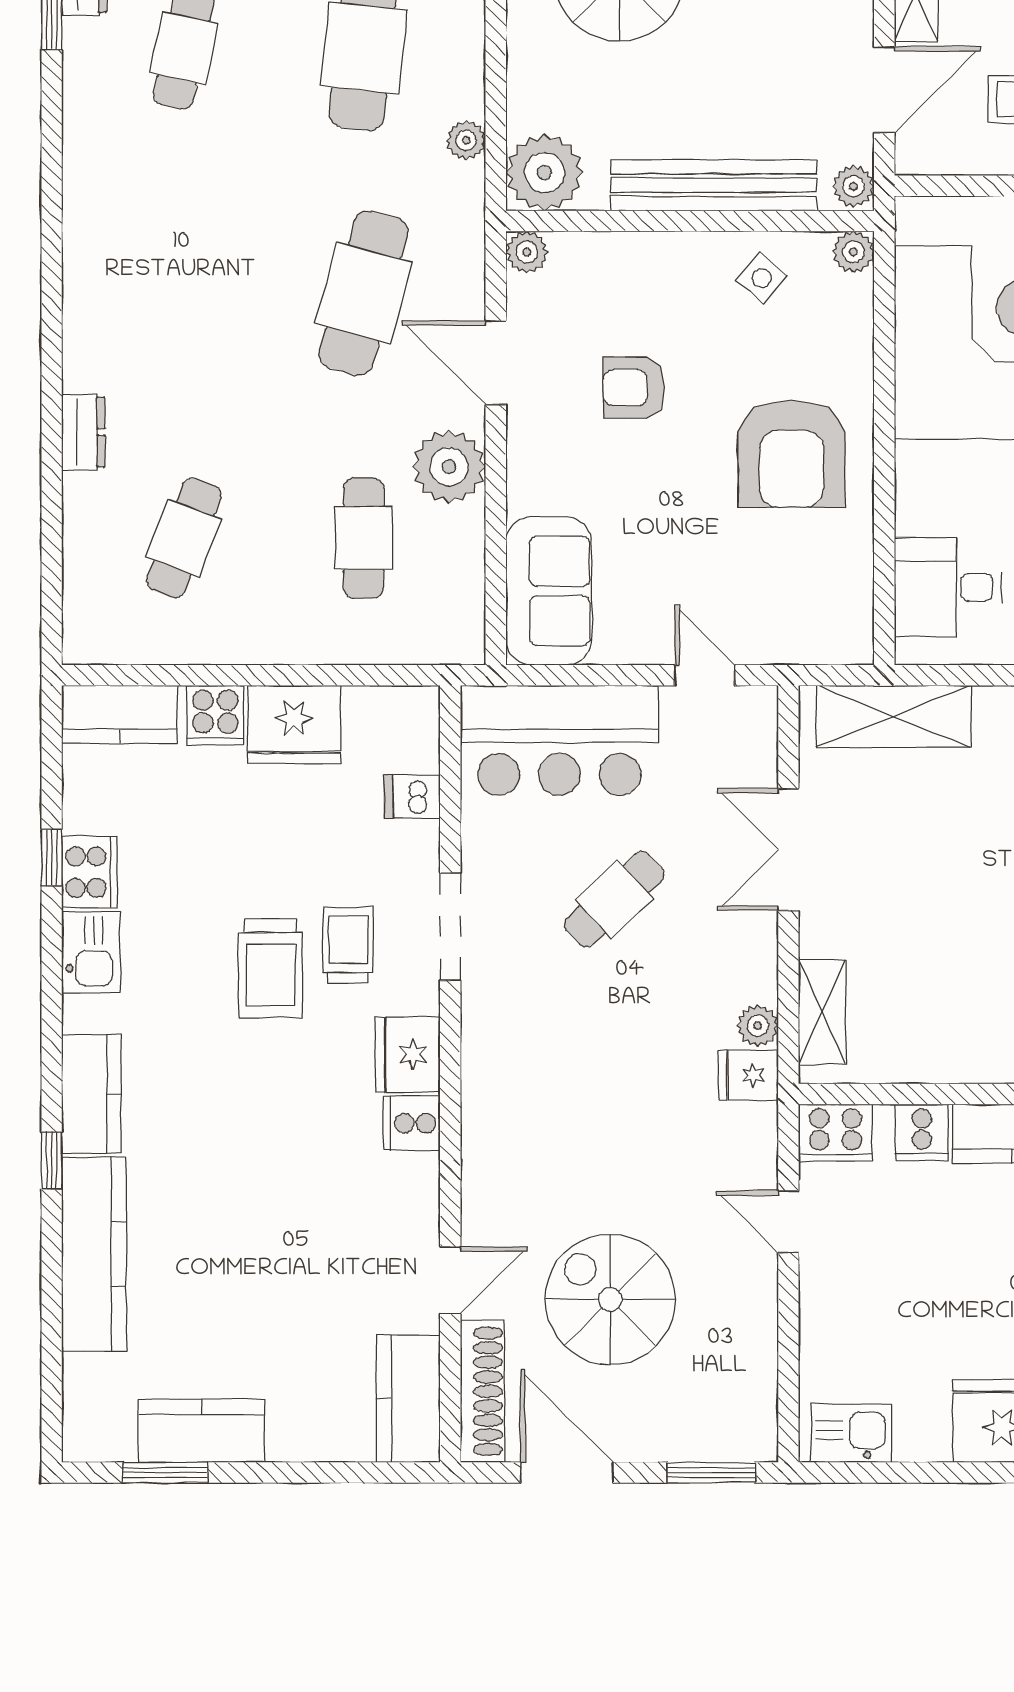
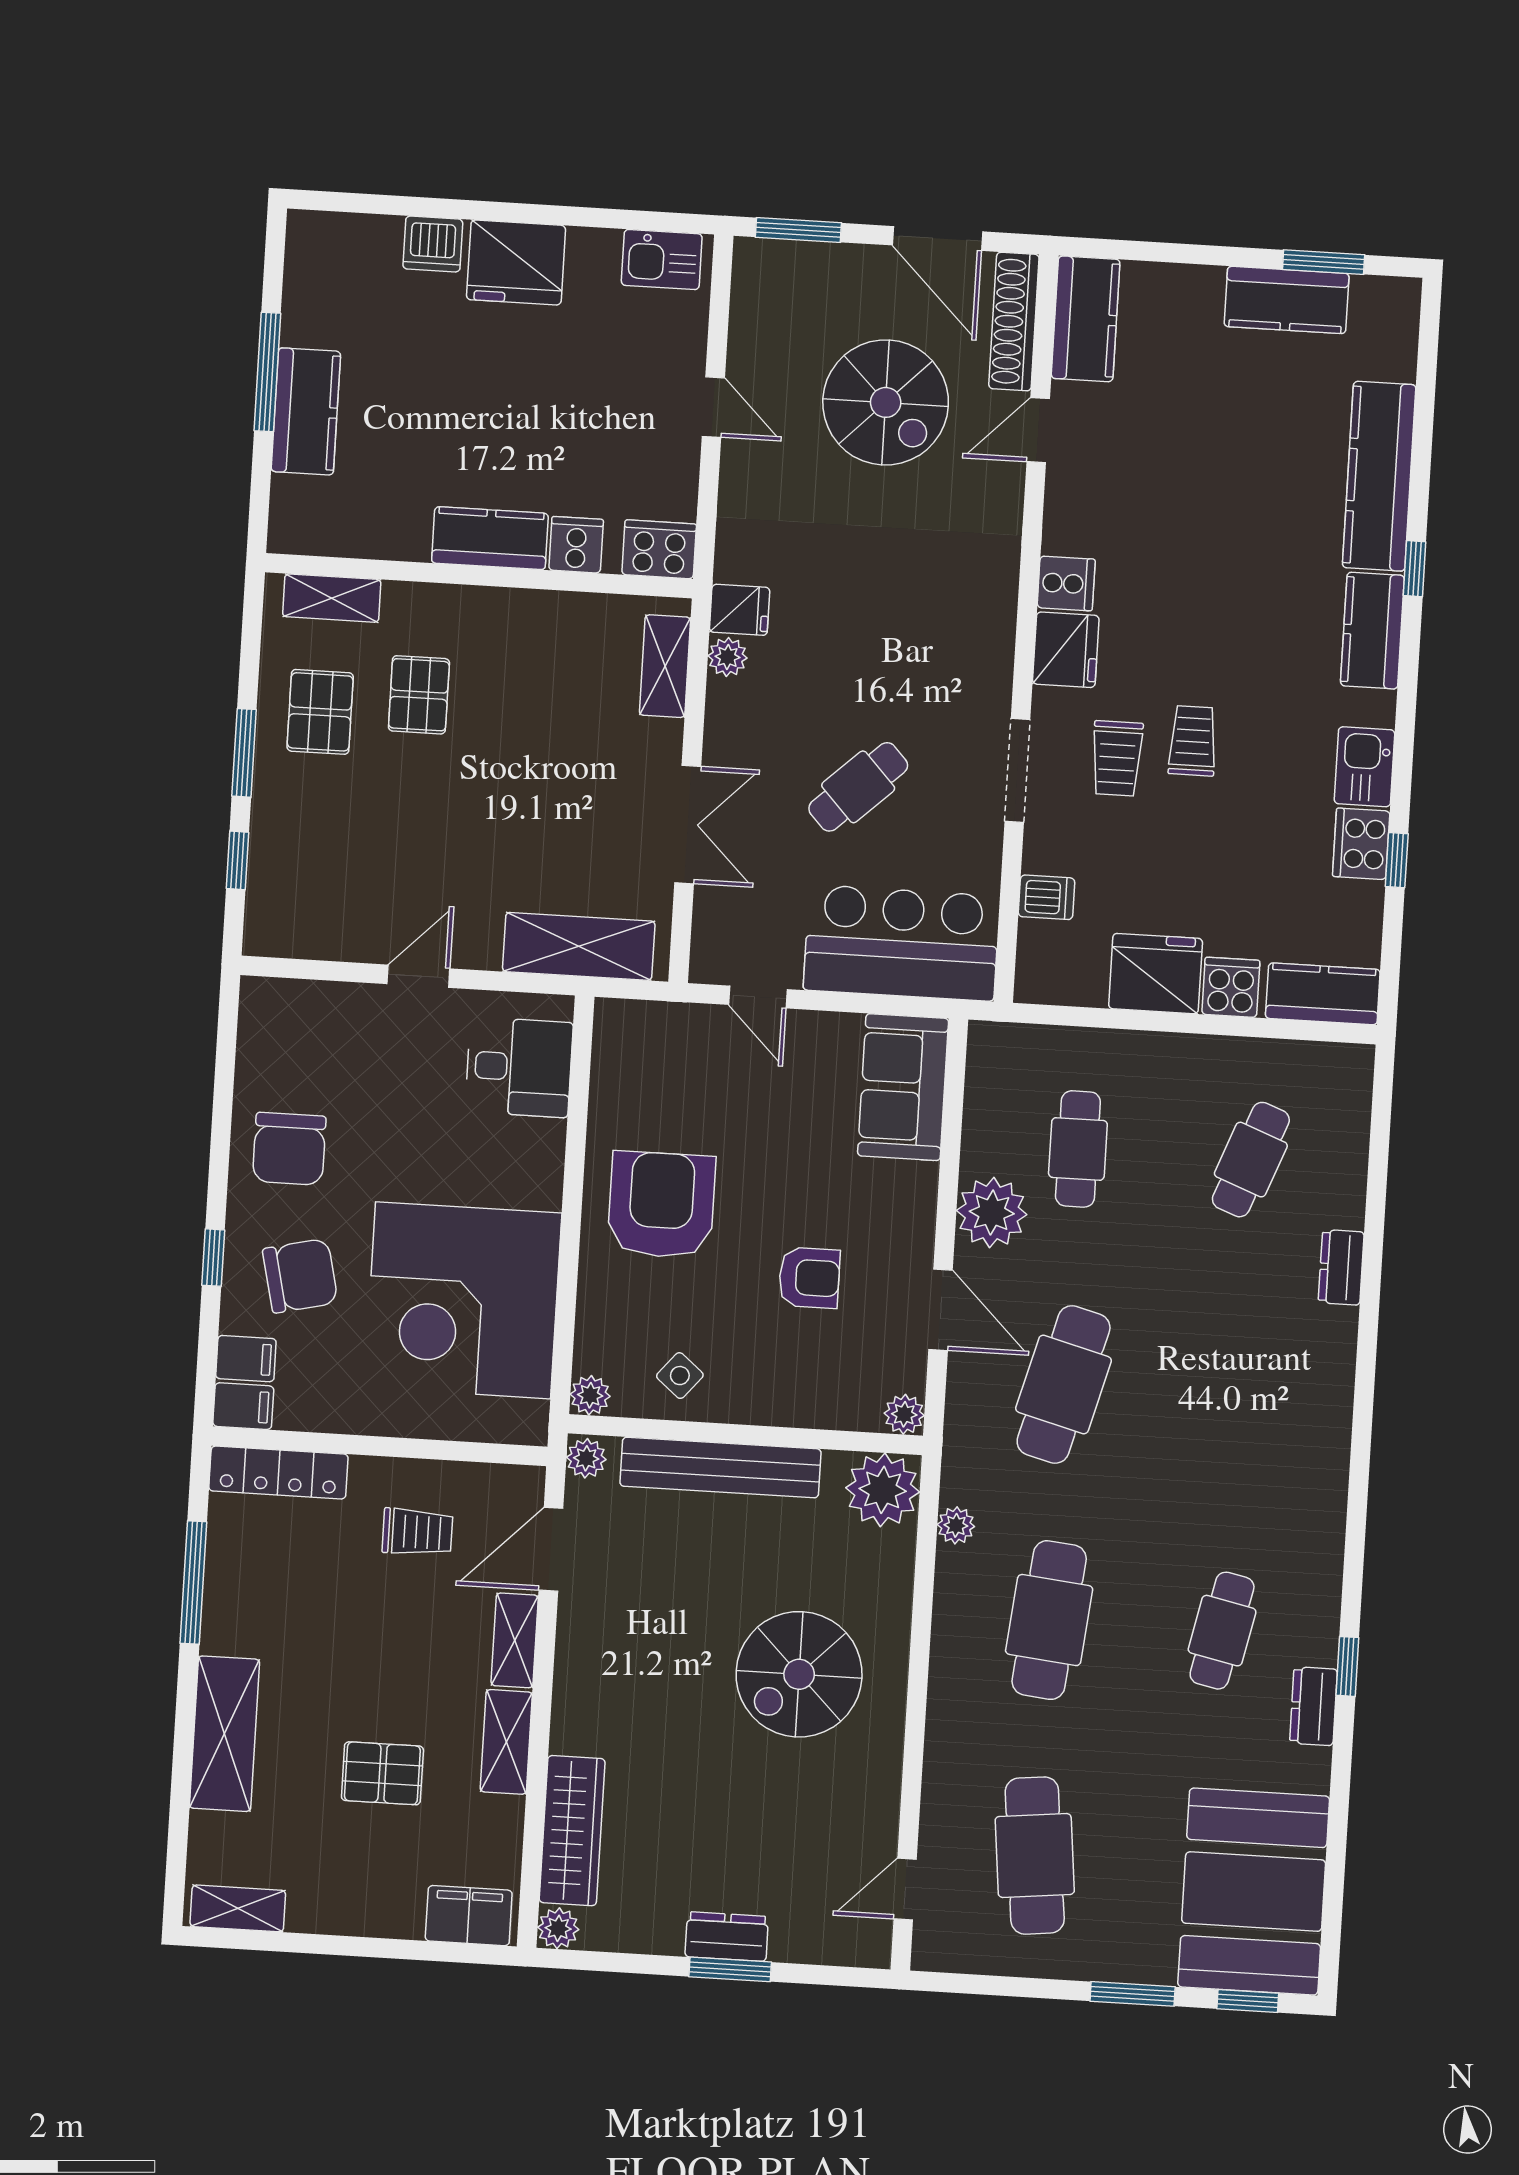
trolley: (270, 968) -> (1193, 741), width x0.73, depth x0.72
door: (788, 1222) -> (713, 407), moved

